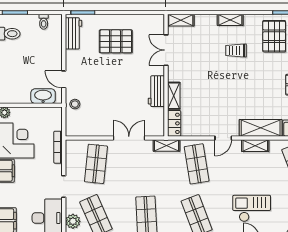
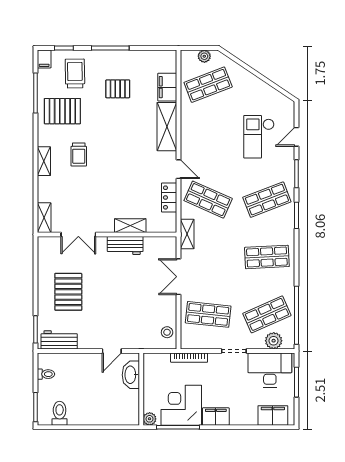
stool: (75, 104) -> (167, 332), moved
locker: (174, 123) -> (169, 198), moved, turned -90
shelving: (255, 146) -> (187, 133), removed
shop shelf: (197, 164) -> (208, 200), turned 33

